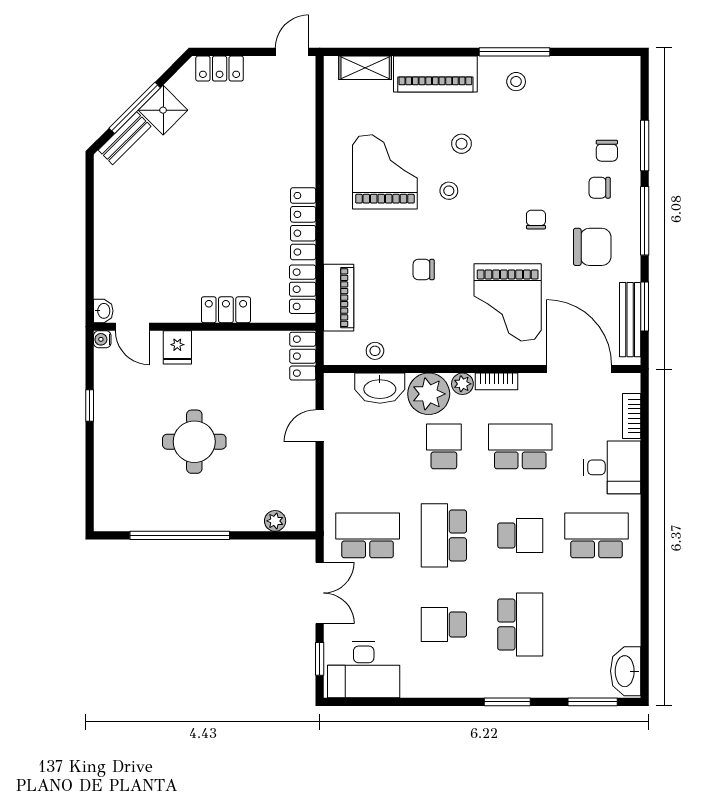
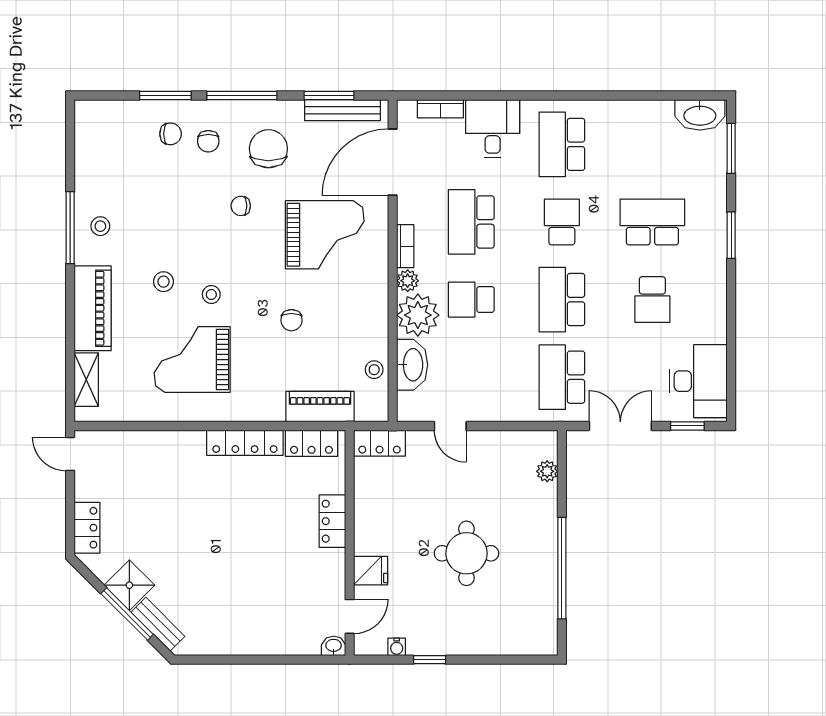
water cooler: (102, 339) -> (397, 647), moved
school desk: (444, 535) -> (562, 300), turned 90

